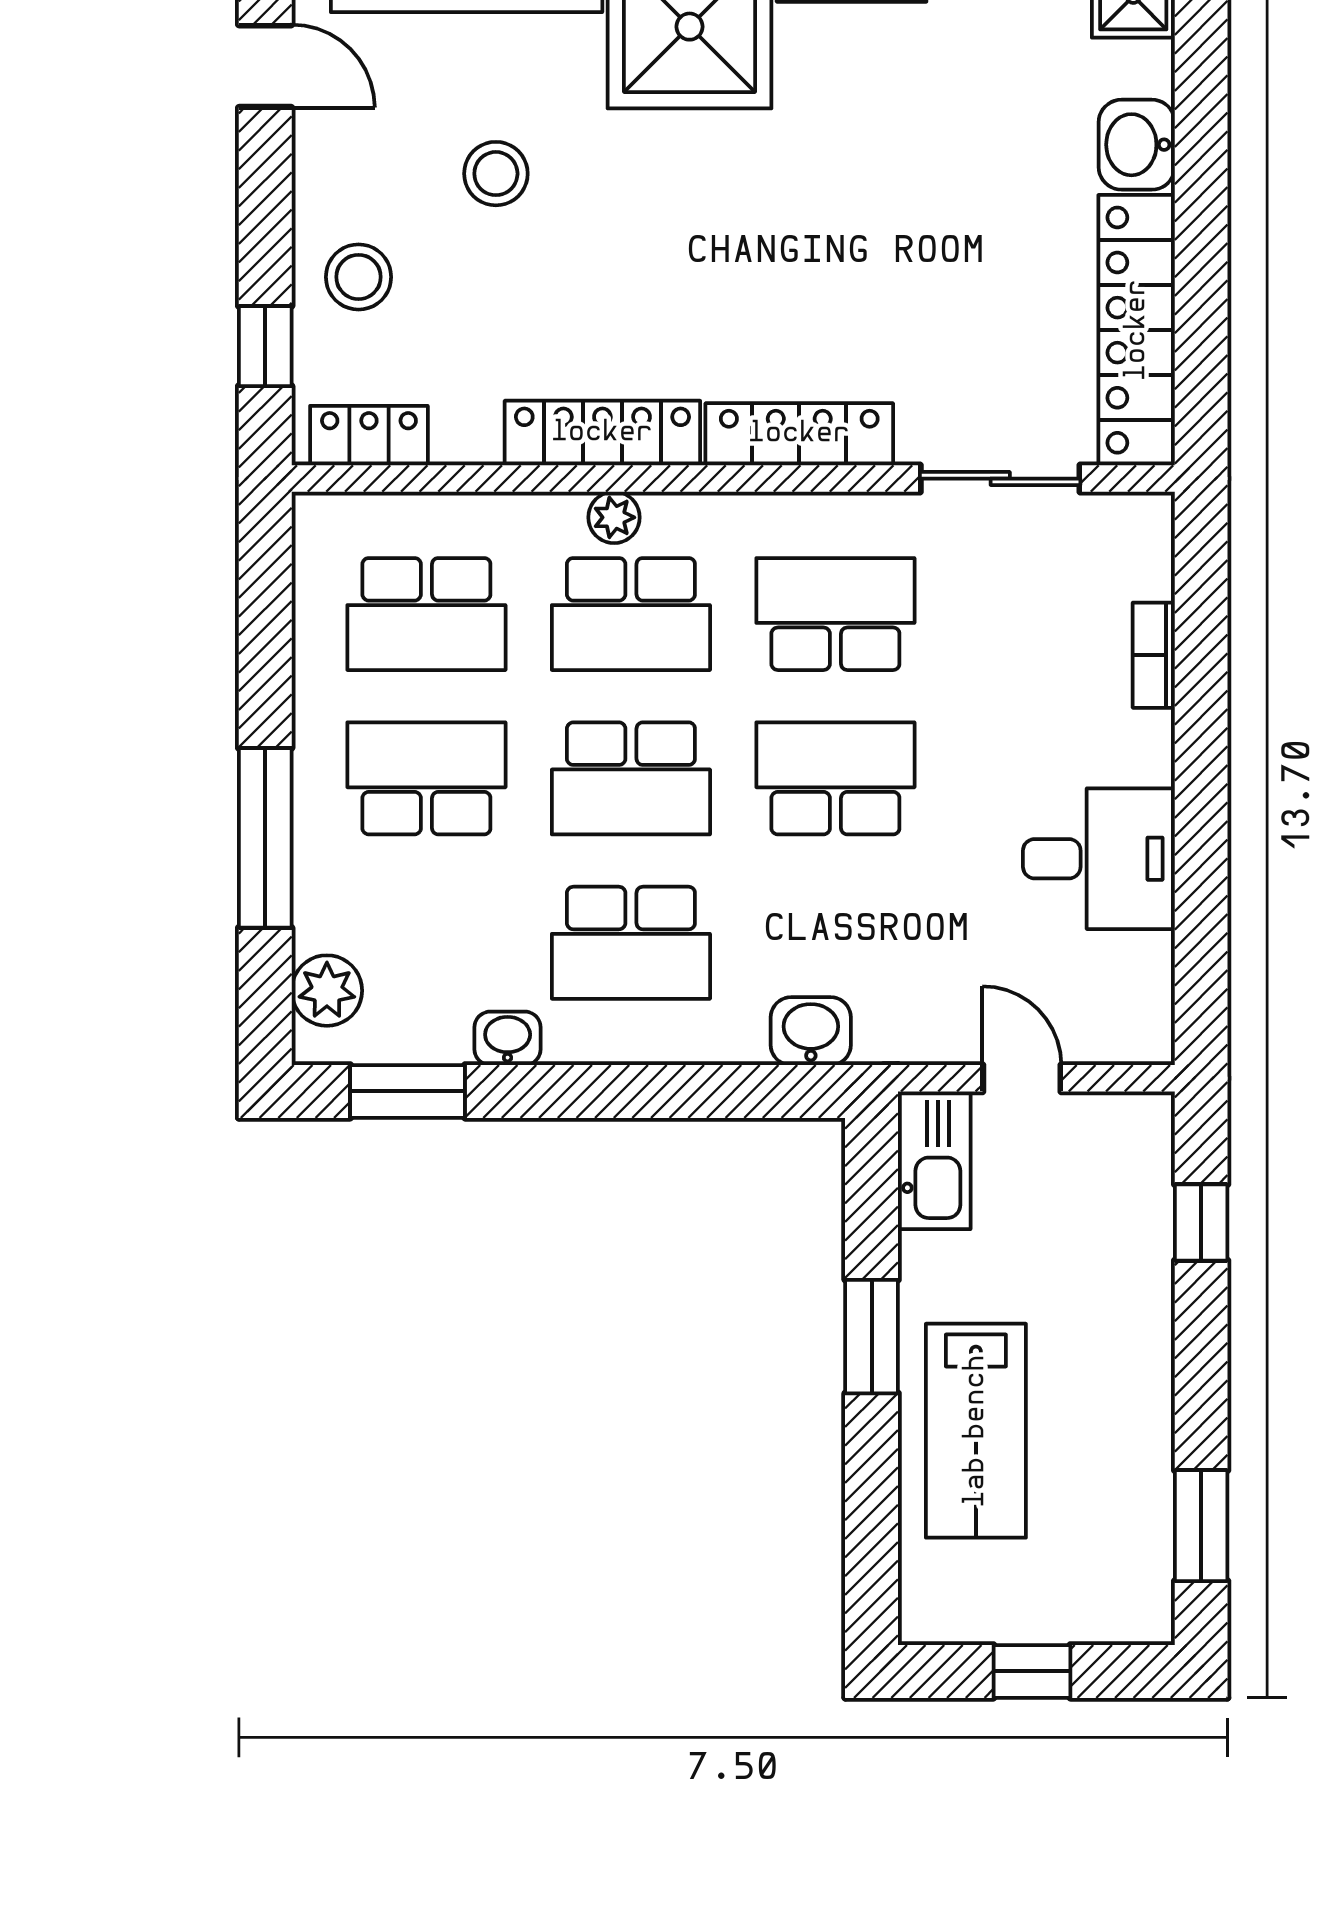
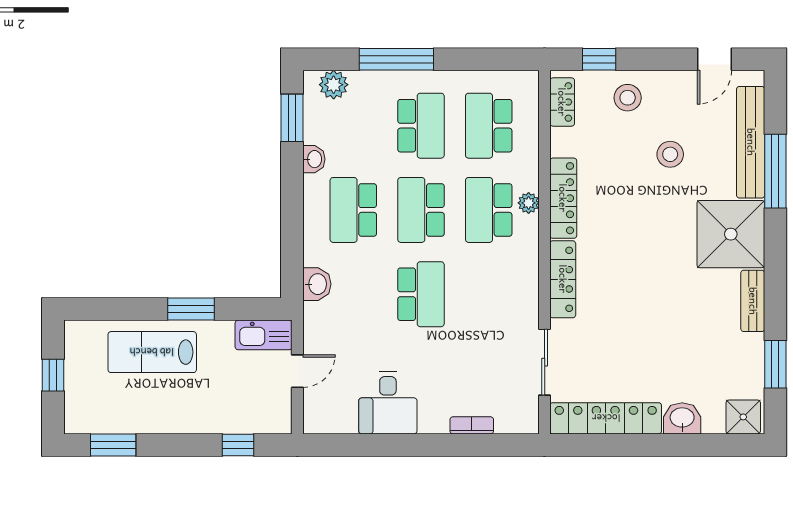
school desk: (835, 614) -> (489, 294), removed

